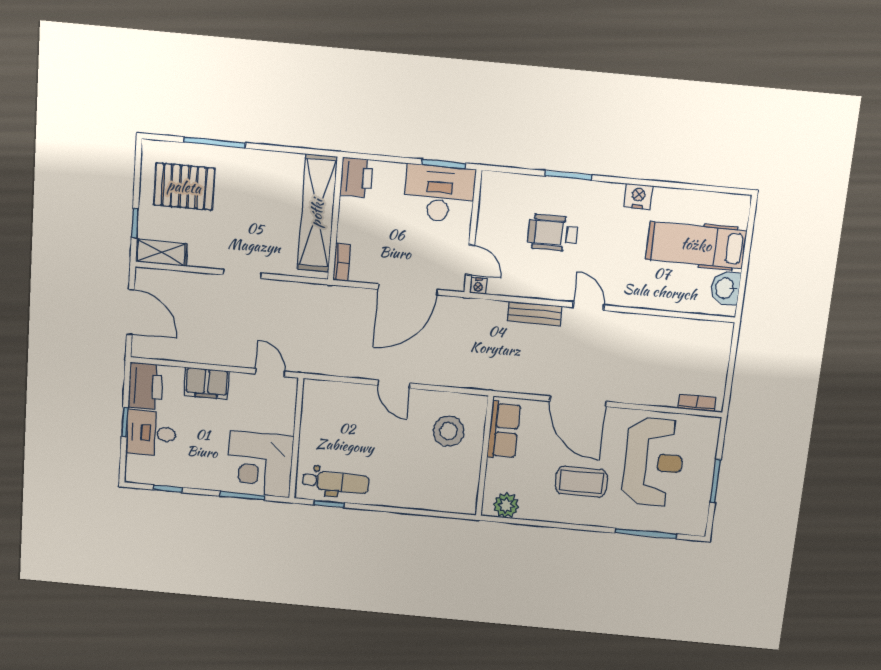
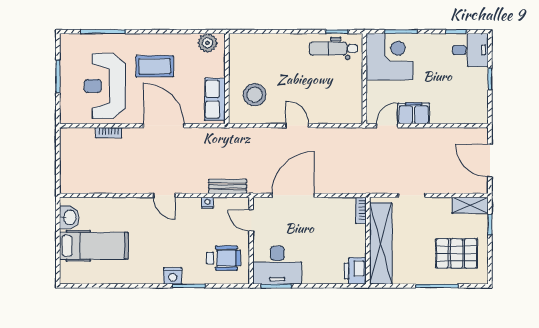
printer: (357, 177) -> (355, 271), moved
nightstand: (638, 196) -> (173, 276), moved
shelving: (317, 213) -> (381, 243), moved
wall: (335, 219) -> (368, 241), moved
wheelchair: (552, 233) -> (224, 258), moved
bookcase: (342, 262) -> (361, 210), moved
nightstand: (478, 286) -> (207, 203), moved
bench: (534, 314) -> (228, 186), moved
door: (270, 373) -> (387, 126), swing flipped
filing cabinet: (207, 383) -> (414, 113), moved
printer: (146, 386) -> (476, 107), removed
bookcase: (697, 403) -> (109, 133), moved
desk: (151, 433) -> (470, 50), moved

